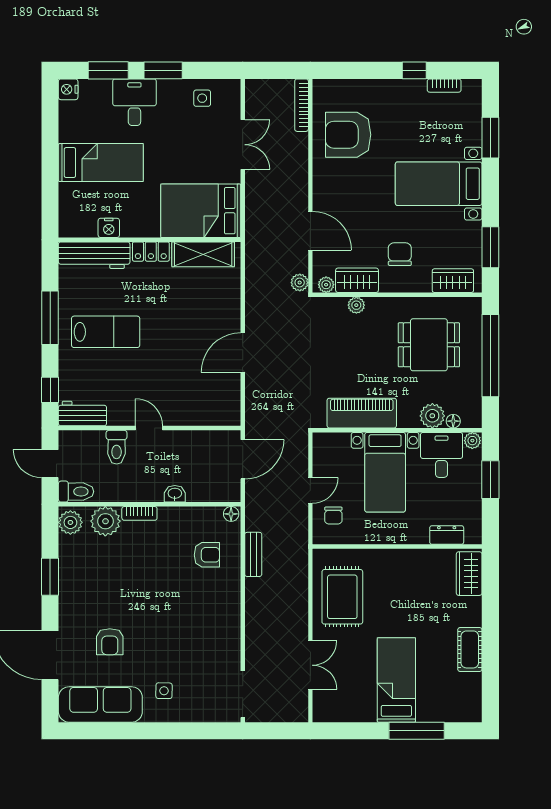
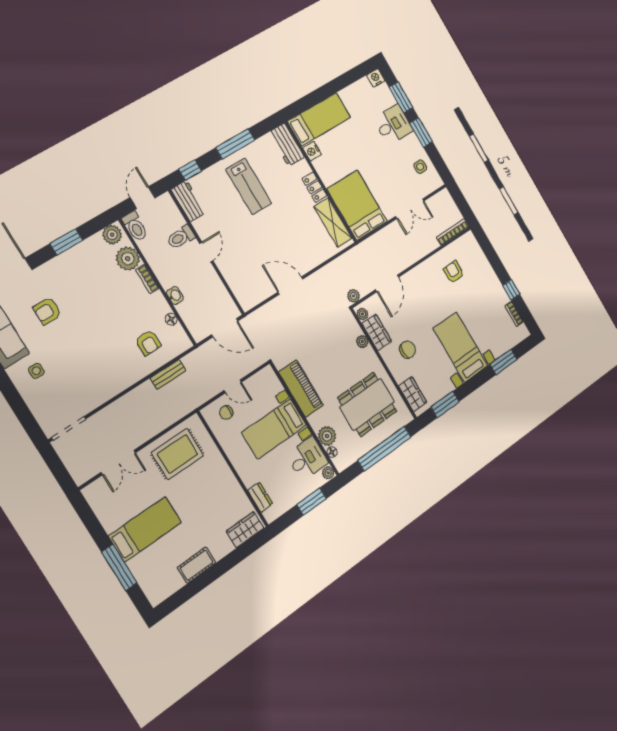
armchair: (348, 135) -> (454, 272), width x0.53, depth x0.53
bed: (101, 163) -> (319, 119), moved, turned -90
workbench: (94, 255) -> (287, 145), width x0.73
dining table: (429, 345) -> (367, 404), width x1.38
floor lamp: (231, 514) -> (171, 319), moved

